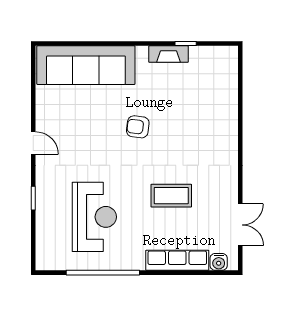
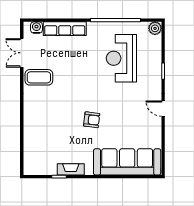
coffee table: (171, 196) -> (39, 77), moved
plant: (45, 261) -> (155, 28), added

